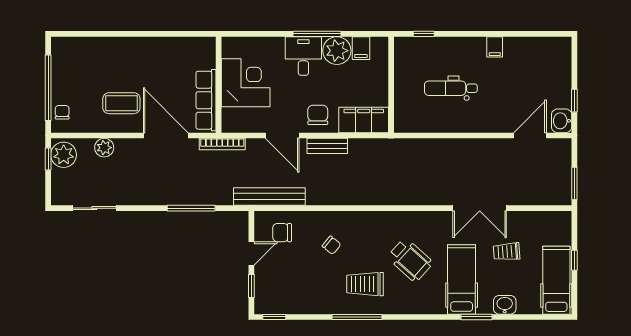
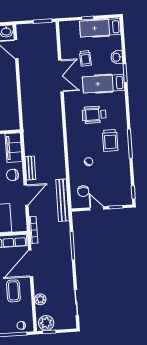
wheelchair: (410, 260) -> (94, 115), turned -132

